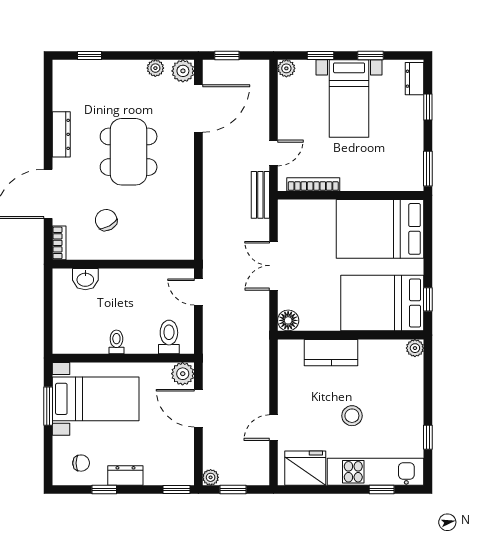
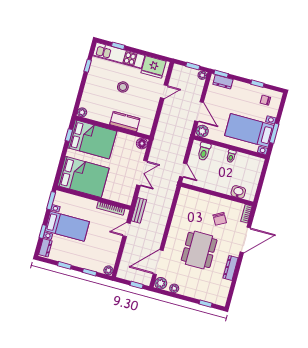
bed with nightstands: (349, 98) -> (67, 226), moved, turned 90
dresser: (125, 476) -> (223, 82), moved

